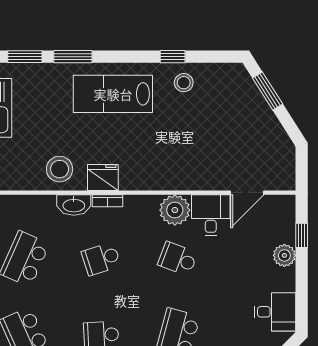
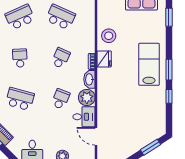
window: (73, 57) -> (169, 70), moved
stool: (184, 83) -> (155, 102), removed
washbasin: (74, 205) -> (89, 79), moved
school desk: (101, 259) -> (61, 58), turned 42

